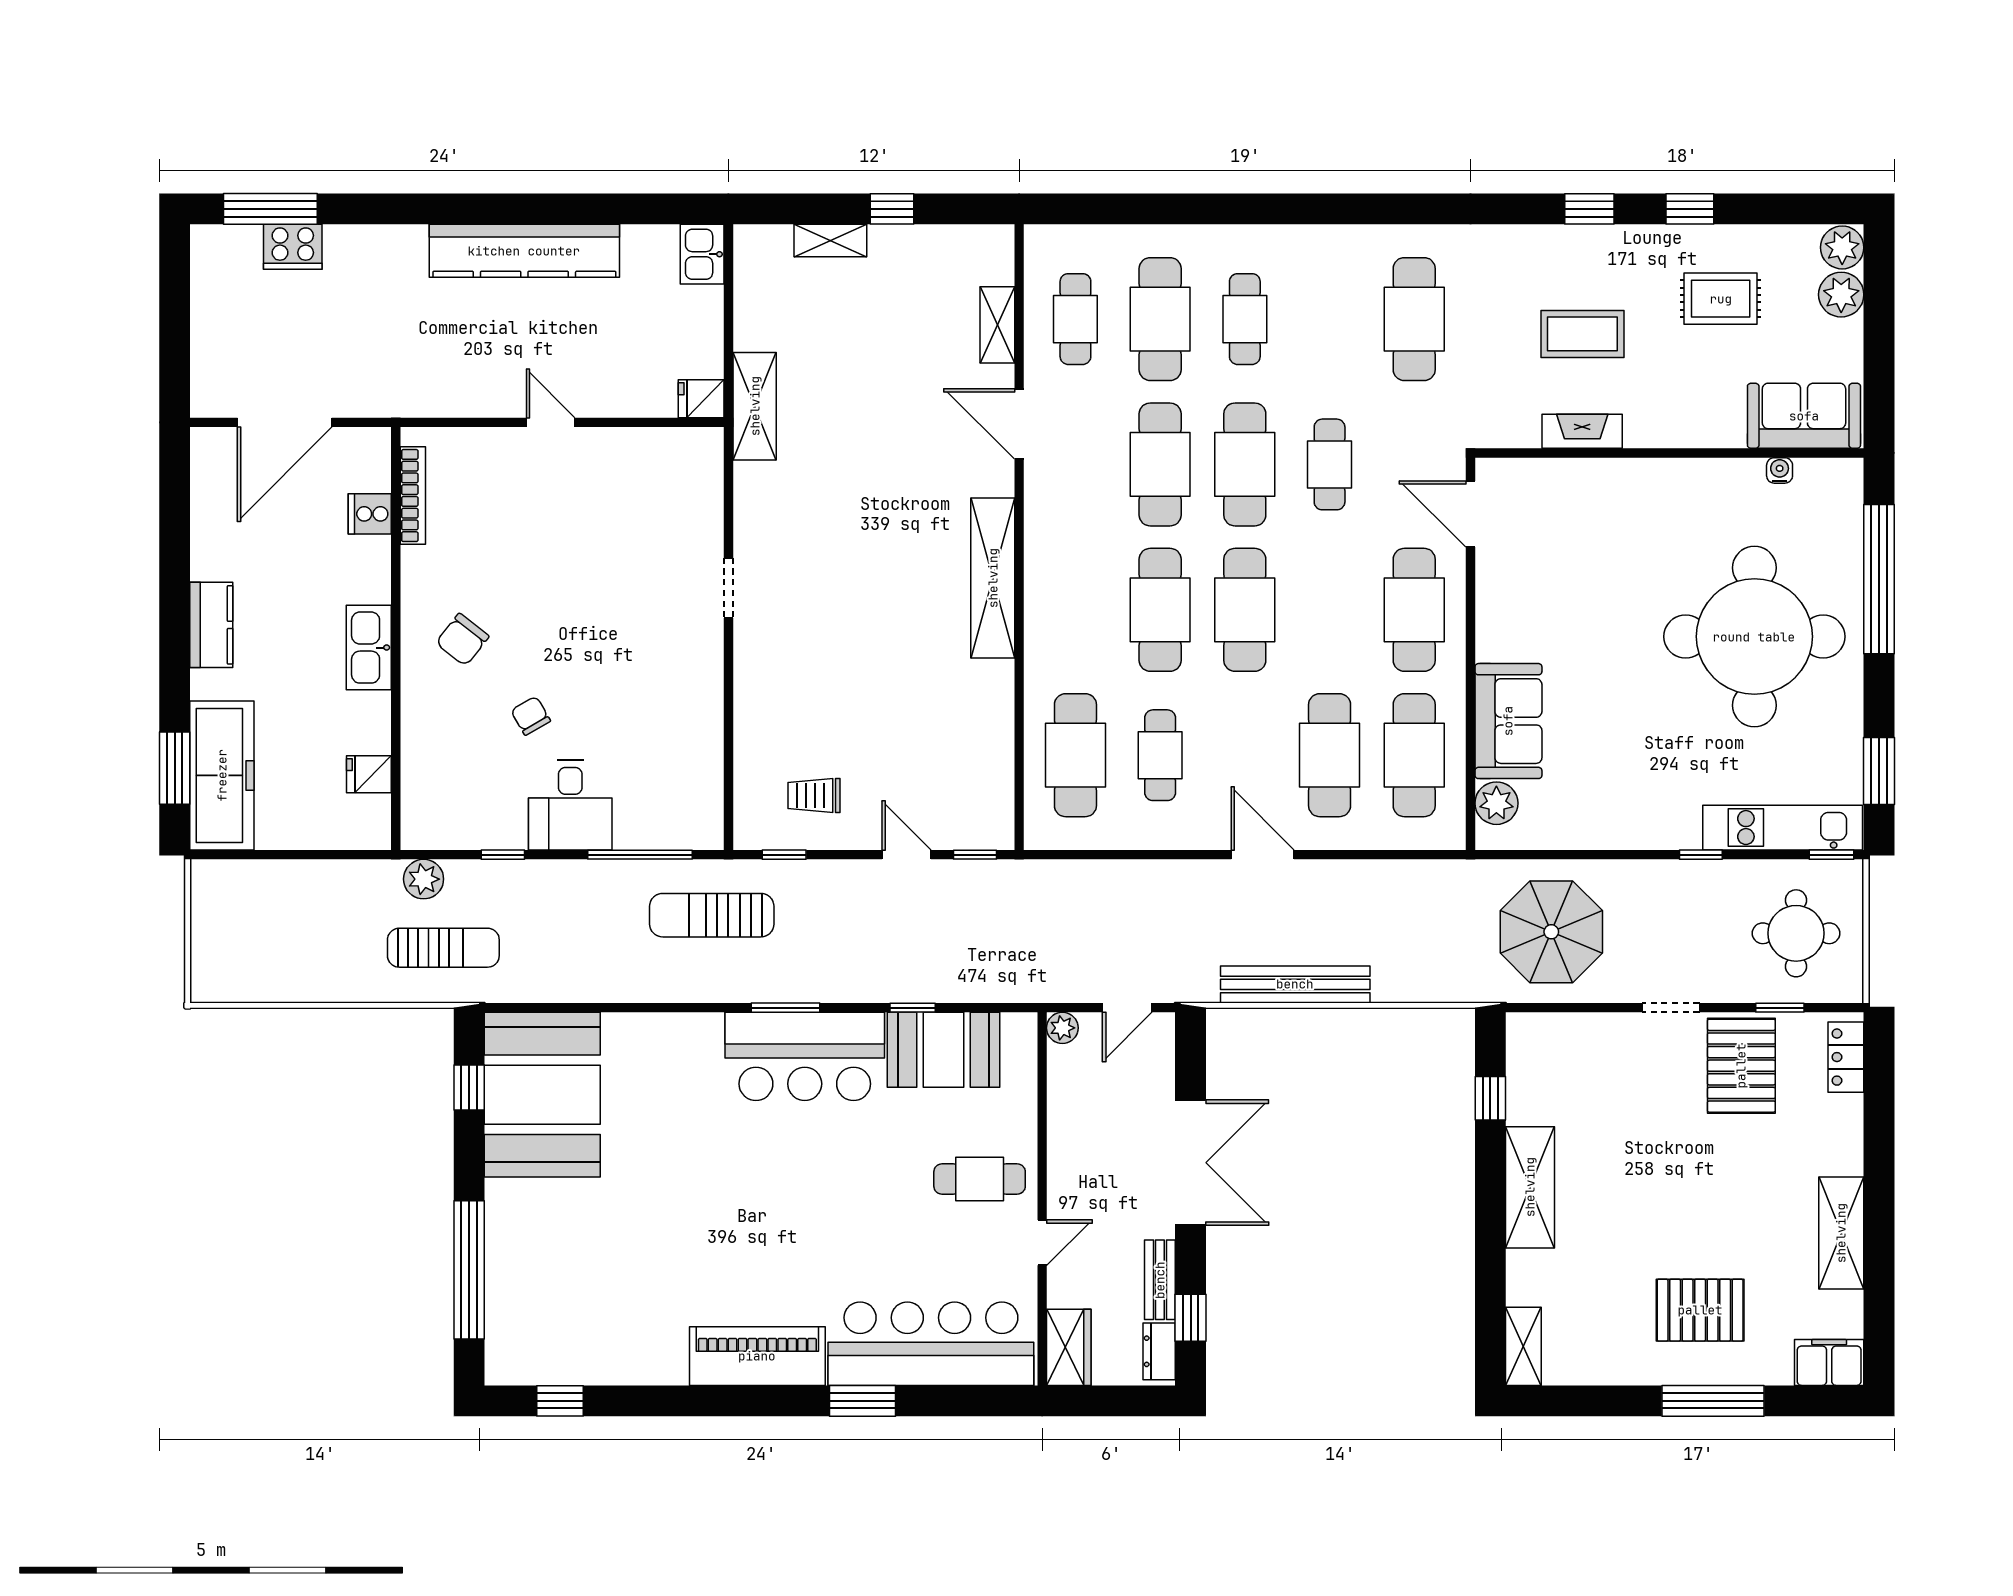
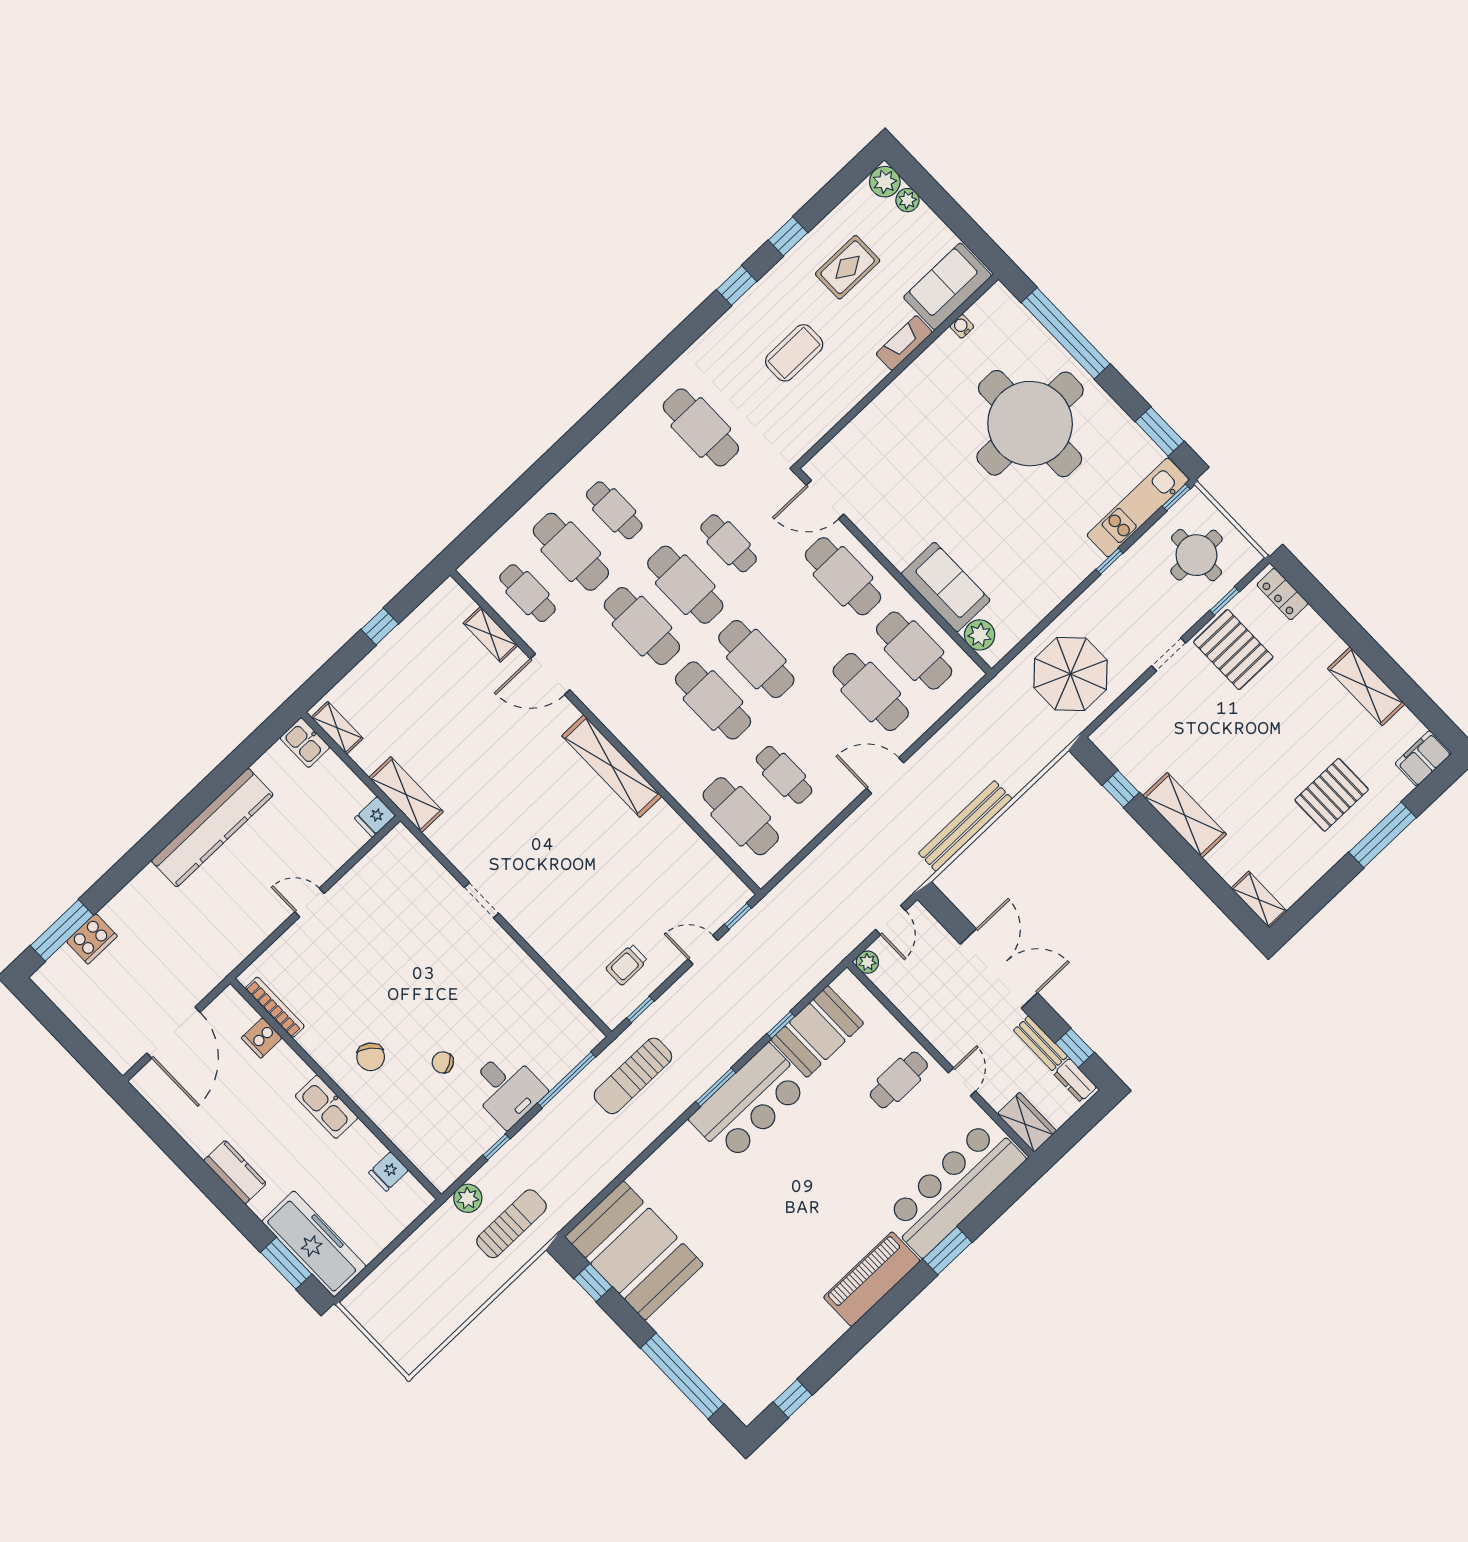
shelving: (830, 241) -> (337, 728), moved, turned 90
plant: (1841, 295) -> (907, 200), width x0.73, depth x0.73
fireplace: (1582, 431) -> (904, 343), moved

